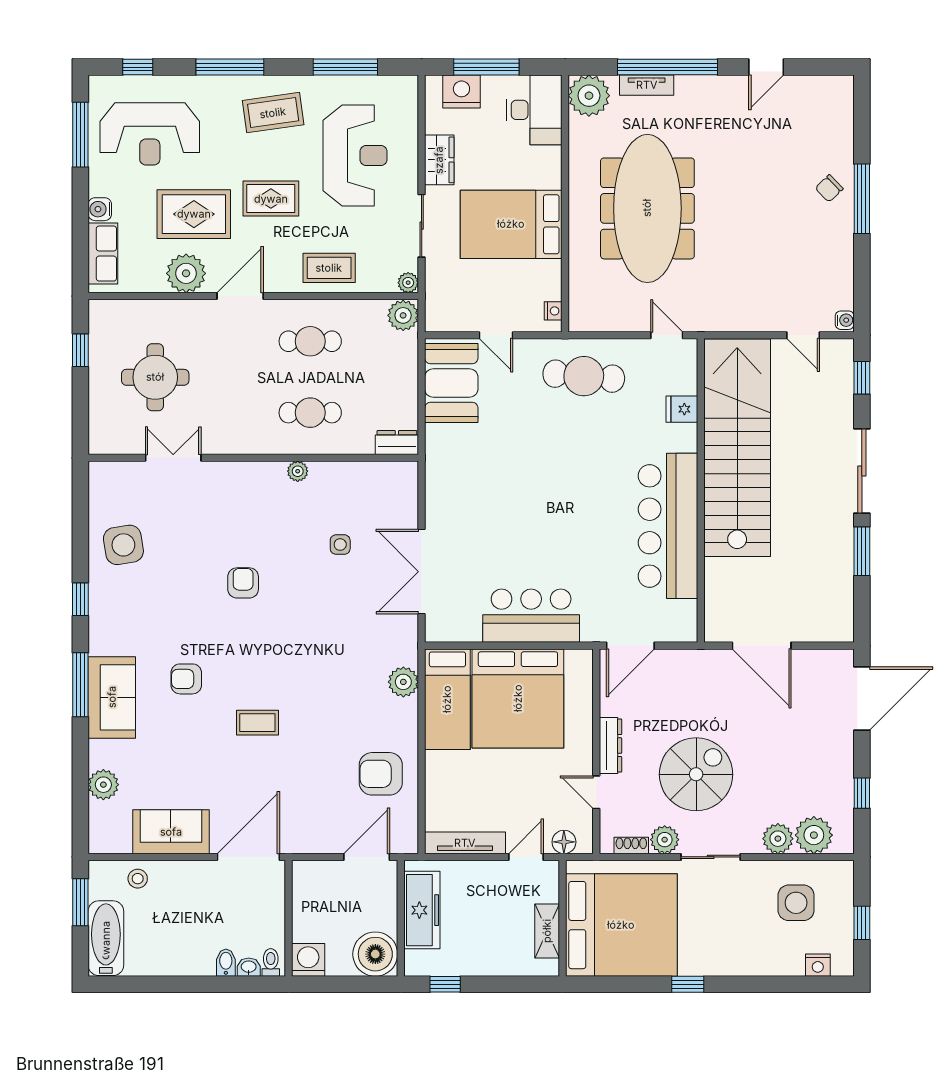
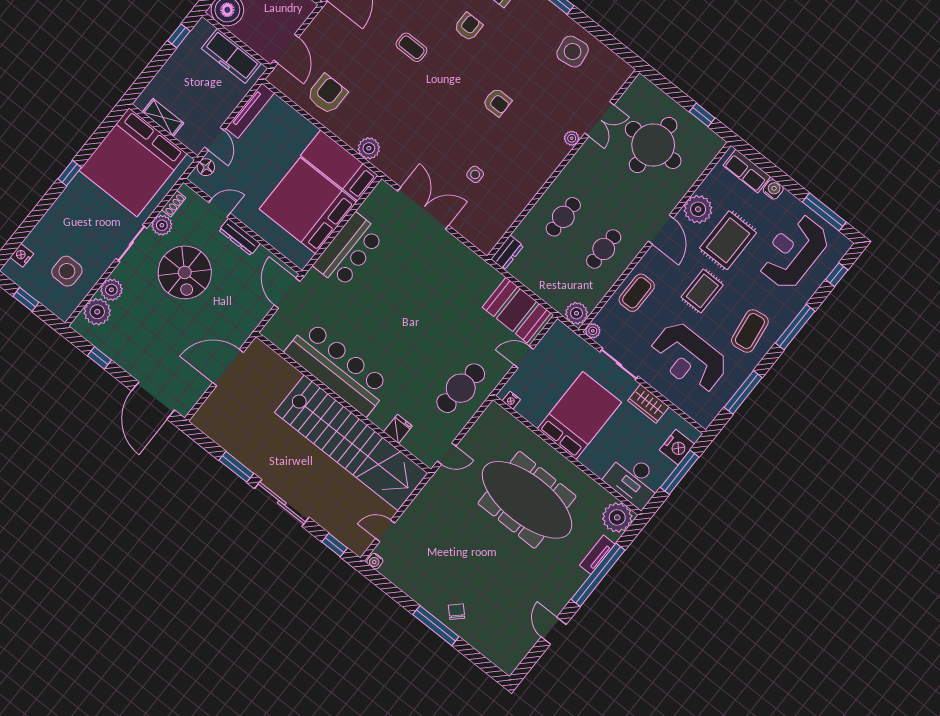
round table: (155, 377) -> (653, 145), width x1.36, depth x1.36
plant: (298, 471) -> (572, 138), moved
coffee table: (257, 723) -> (411, 47), turned 90

